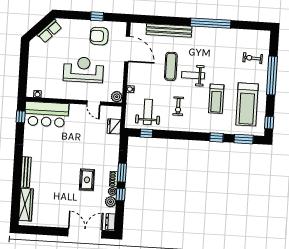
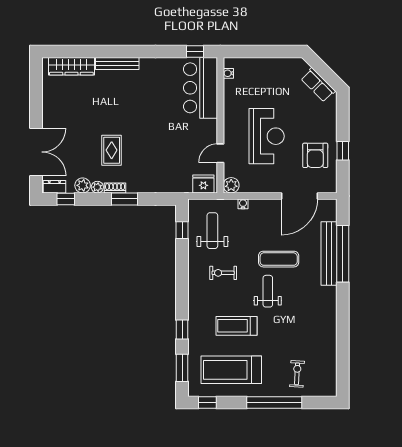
window: (211, 23) -> (343, 254), moved
armchair: (99, 36) -> (315, 155), turned 180
weight bench: (148, 112) -> (212, 231), turned -90
fridge: (114, 126) -> (203, 184), moved
rug: (87, 180) -> (112, 150), turned 90
window: (121, 194) -> (66, 199), moved

